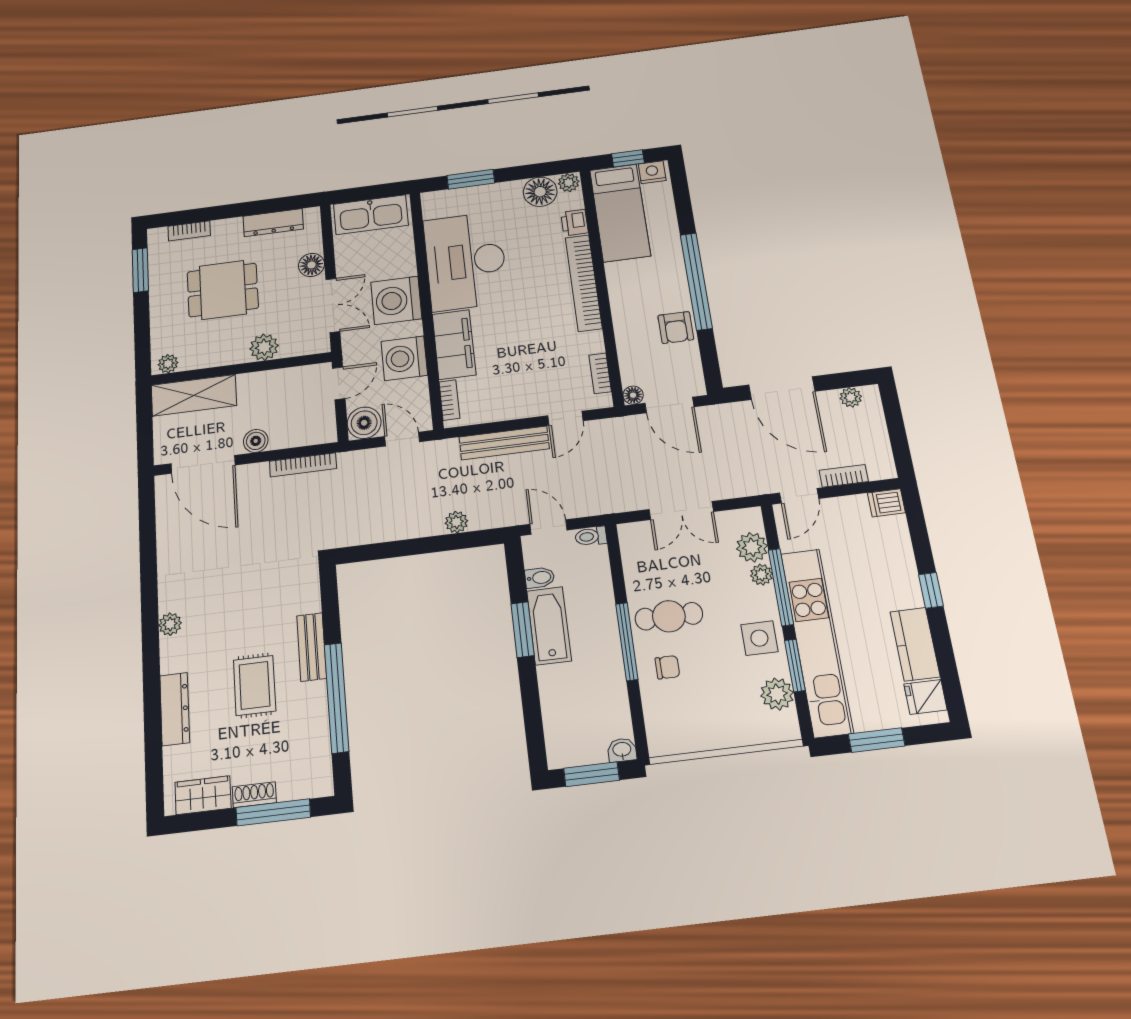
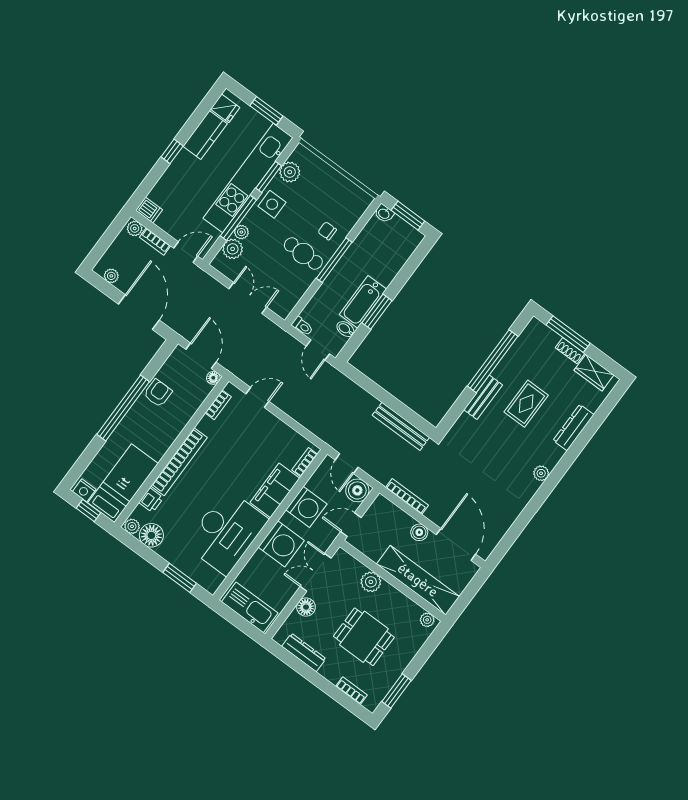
shelving: (194, 395) -> (418, 580), width x1.47
bench: (504, 443) -> (401, 426), moved
plant: (456, 522) -> (135, 228), moved

